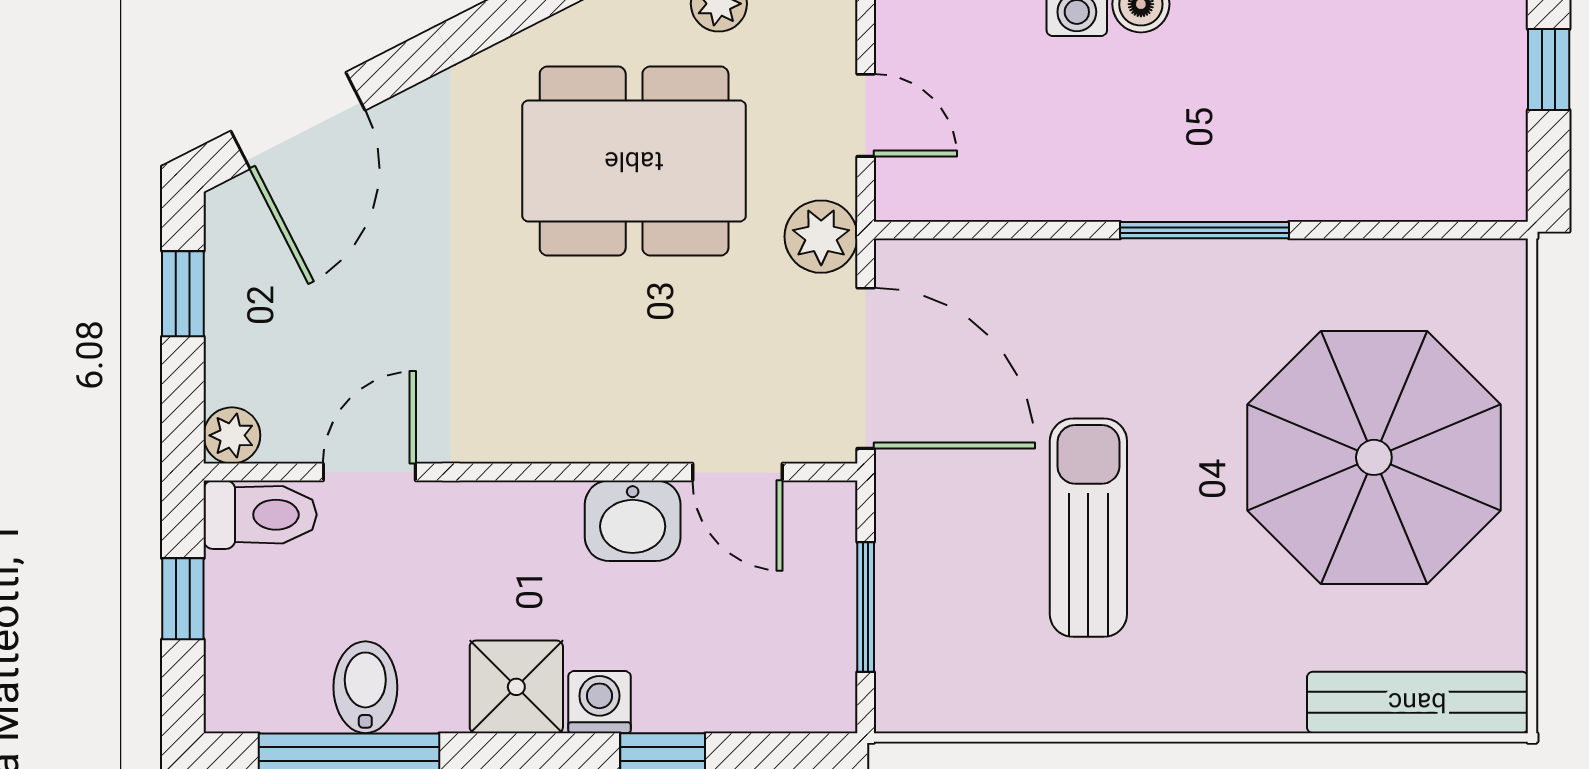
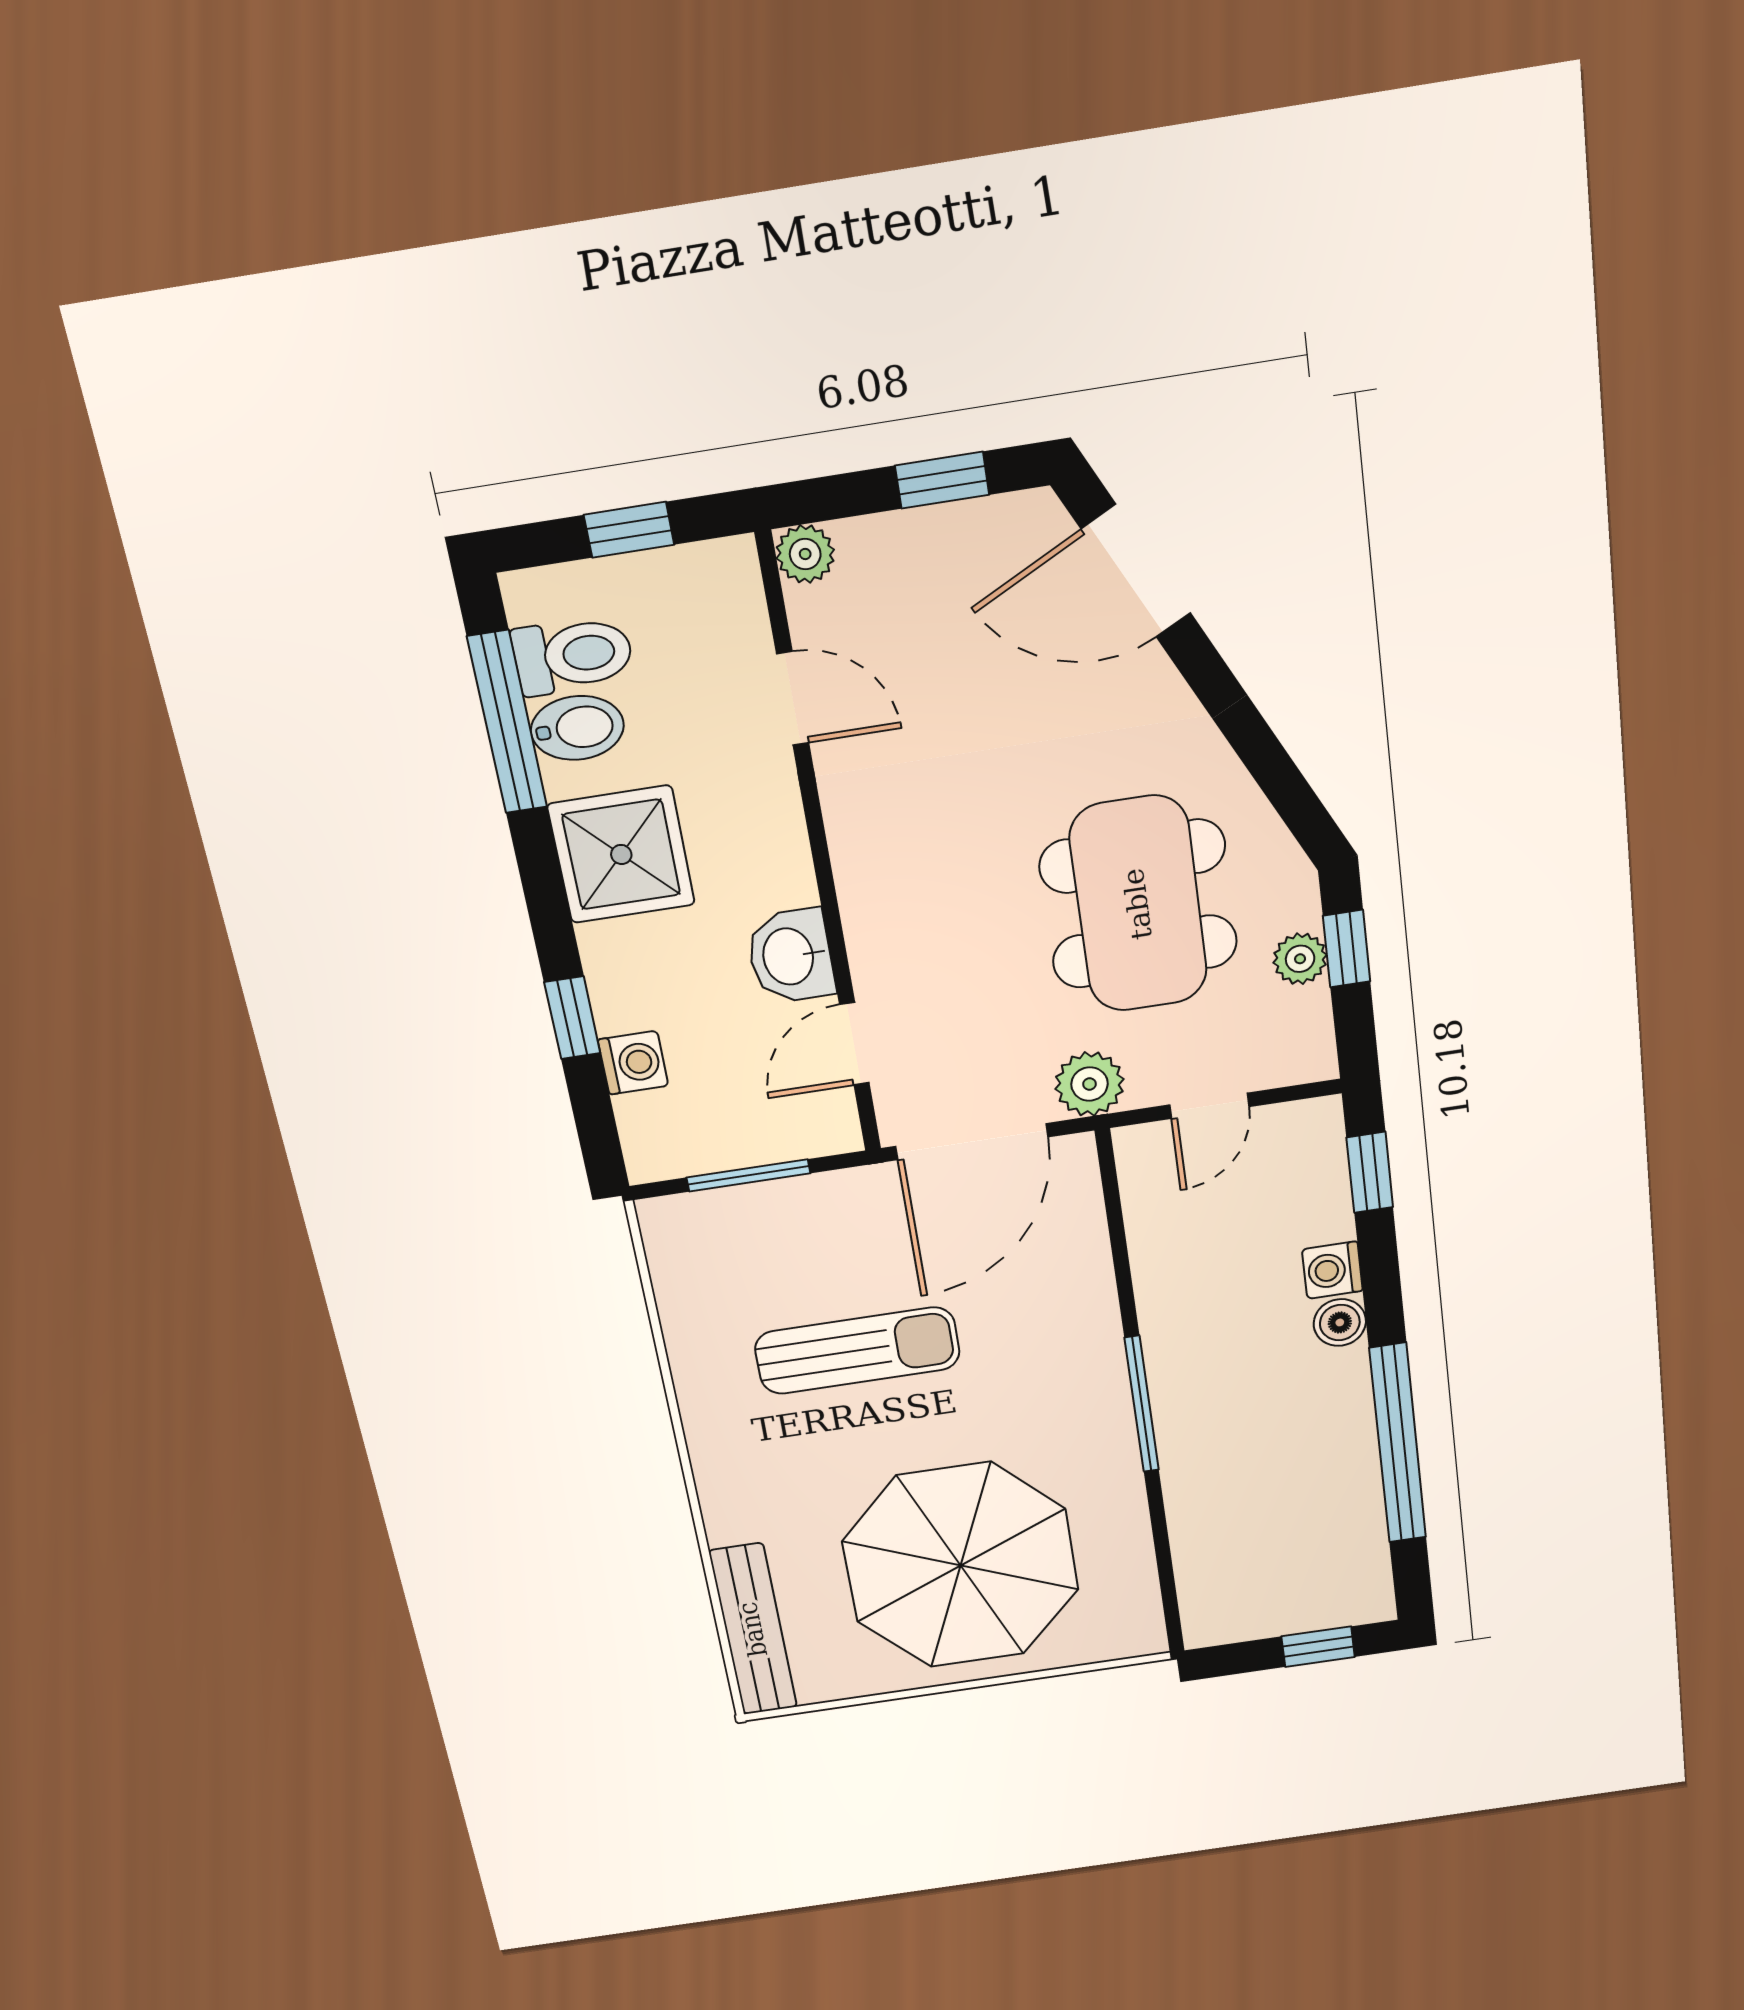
toilet: (260, 515) -> (573, 655), moved, turned -90
shower: (516, 687) -> (621, 854), width x1.36, depth x1.36
washing machine: (599, 702) -> (633, 1063), moved

